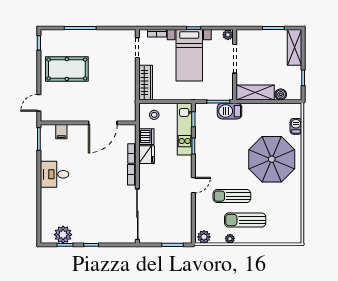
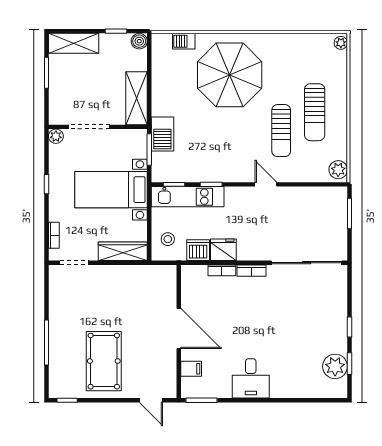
bed with nightstands: (189, 55) -> (111, 190), moved, turned 180
boiler: (281, 94) -> (139, 41), moved
door: (103, 123) -> (179, 328), moved
plant: (230, 239) -> (341, 43), moved

